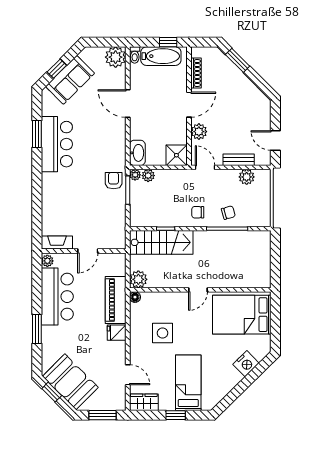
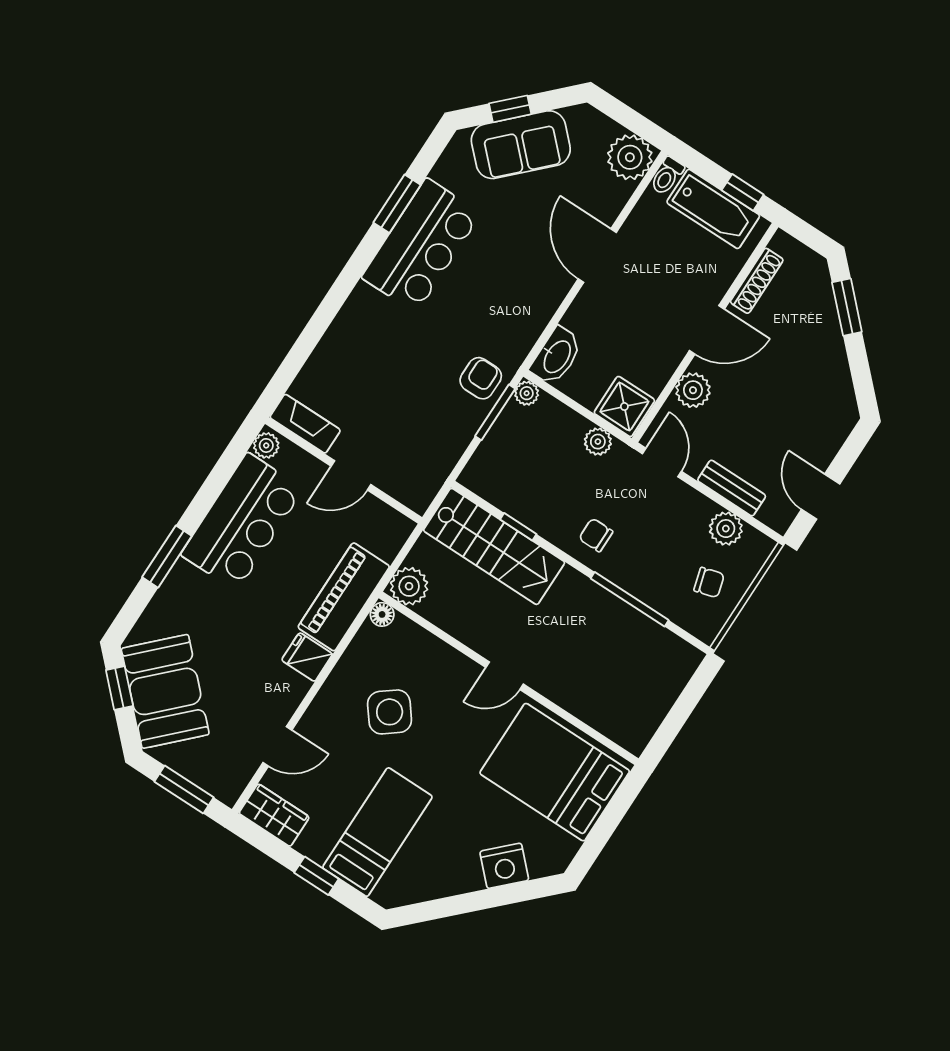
plant: (148, 176) -> (598, 442), moved
chair: (228, 213) -> (709, 582), moved
side table: (163, 333) -> (390, 712), turned -38
door: (128, 375) -> (277, 746), hinge flipped

